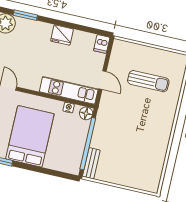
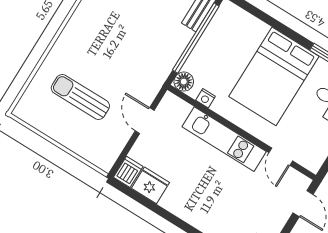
fridge: (62, 35) -> (150, 185), moved
kitchen unit: (69, 90) -> (224, 139), moved

